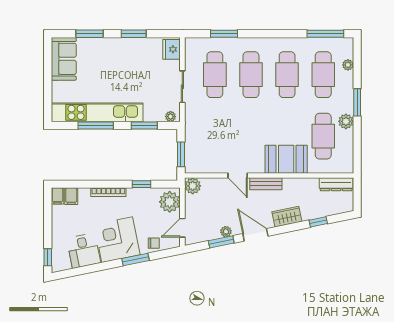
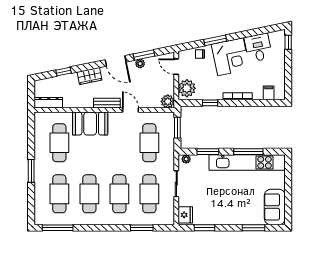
window: (134, 34) -> (204, 228), moved
plant: (348, 65) -> (39, 202), removed
plant: (346, 121) -> (41, 155), removed
cafe table: (215, 136) -> (149, 143), added
filing cabinet: (57, 196) -> (280, 93), removed
door: (182, 228) -> (176, 67), swing flipped

